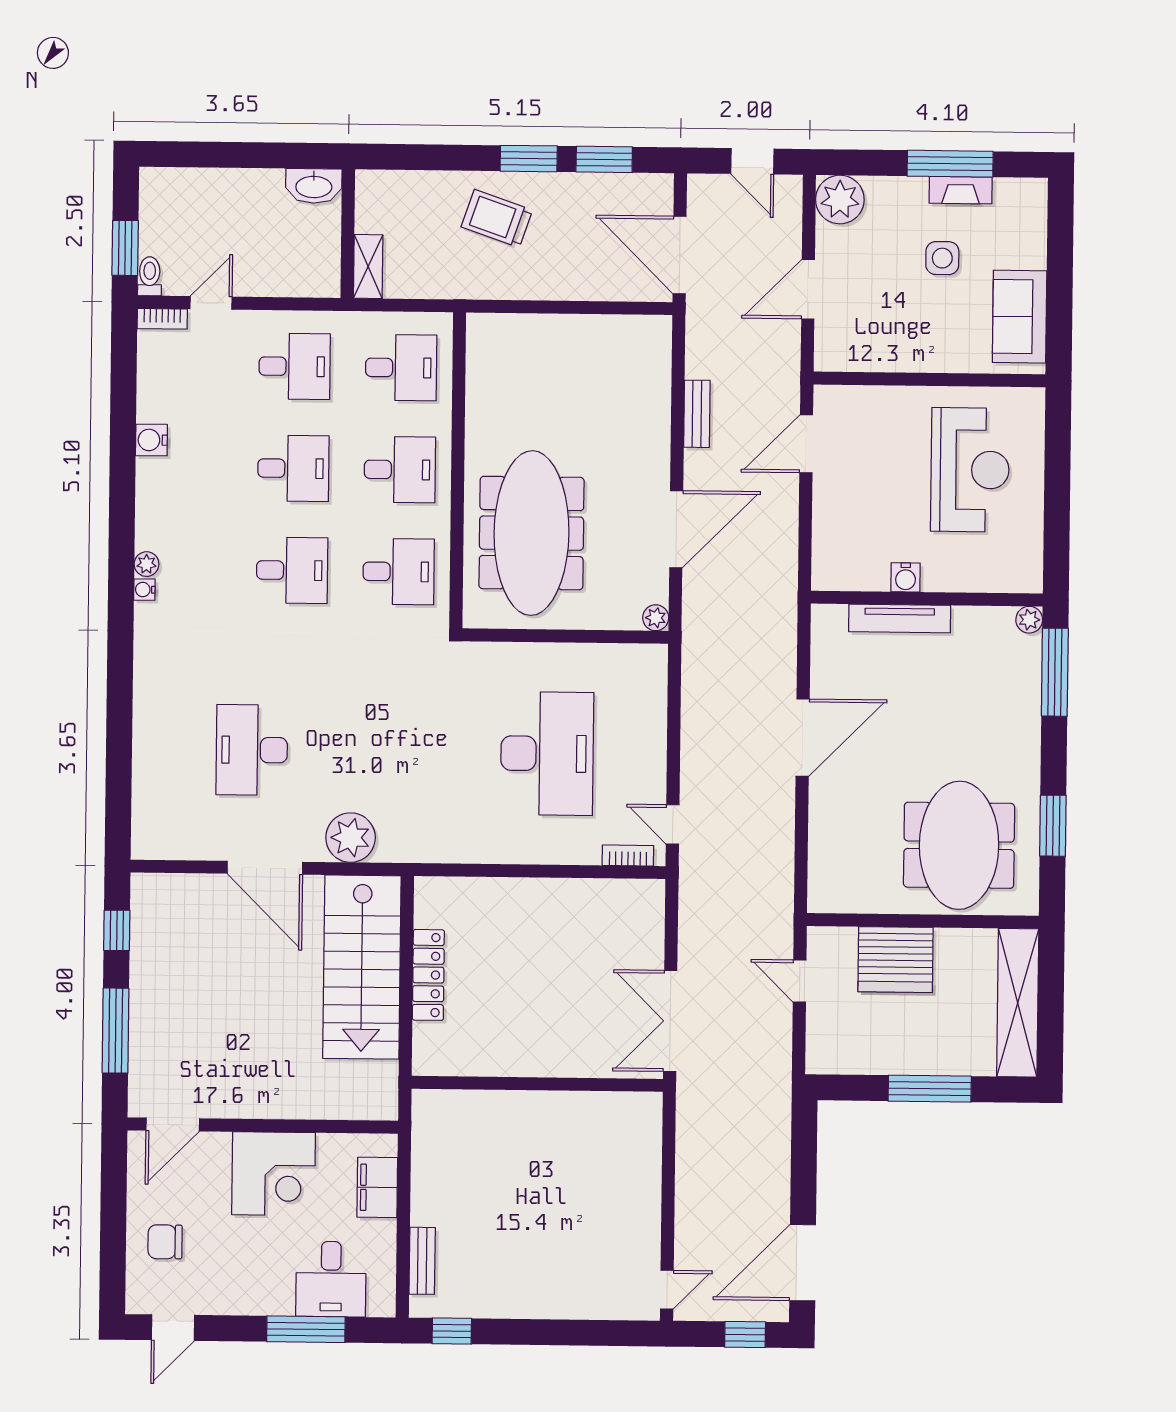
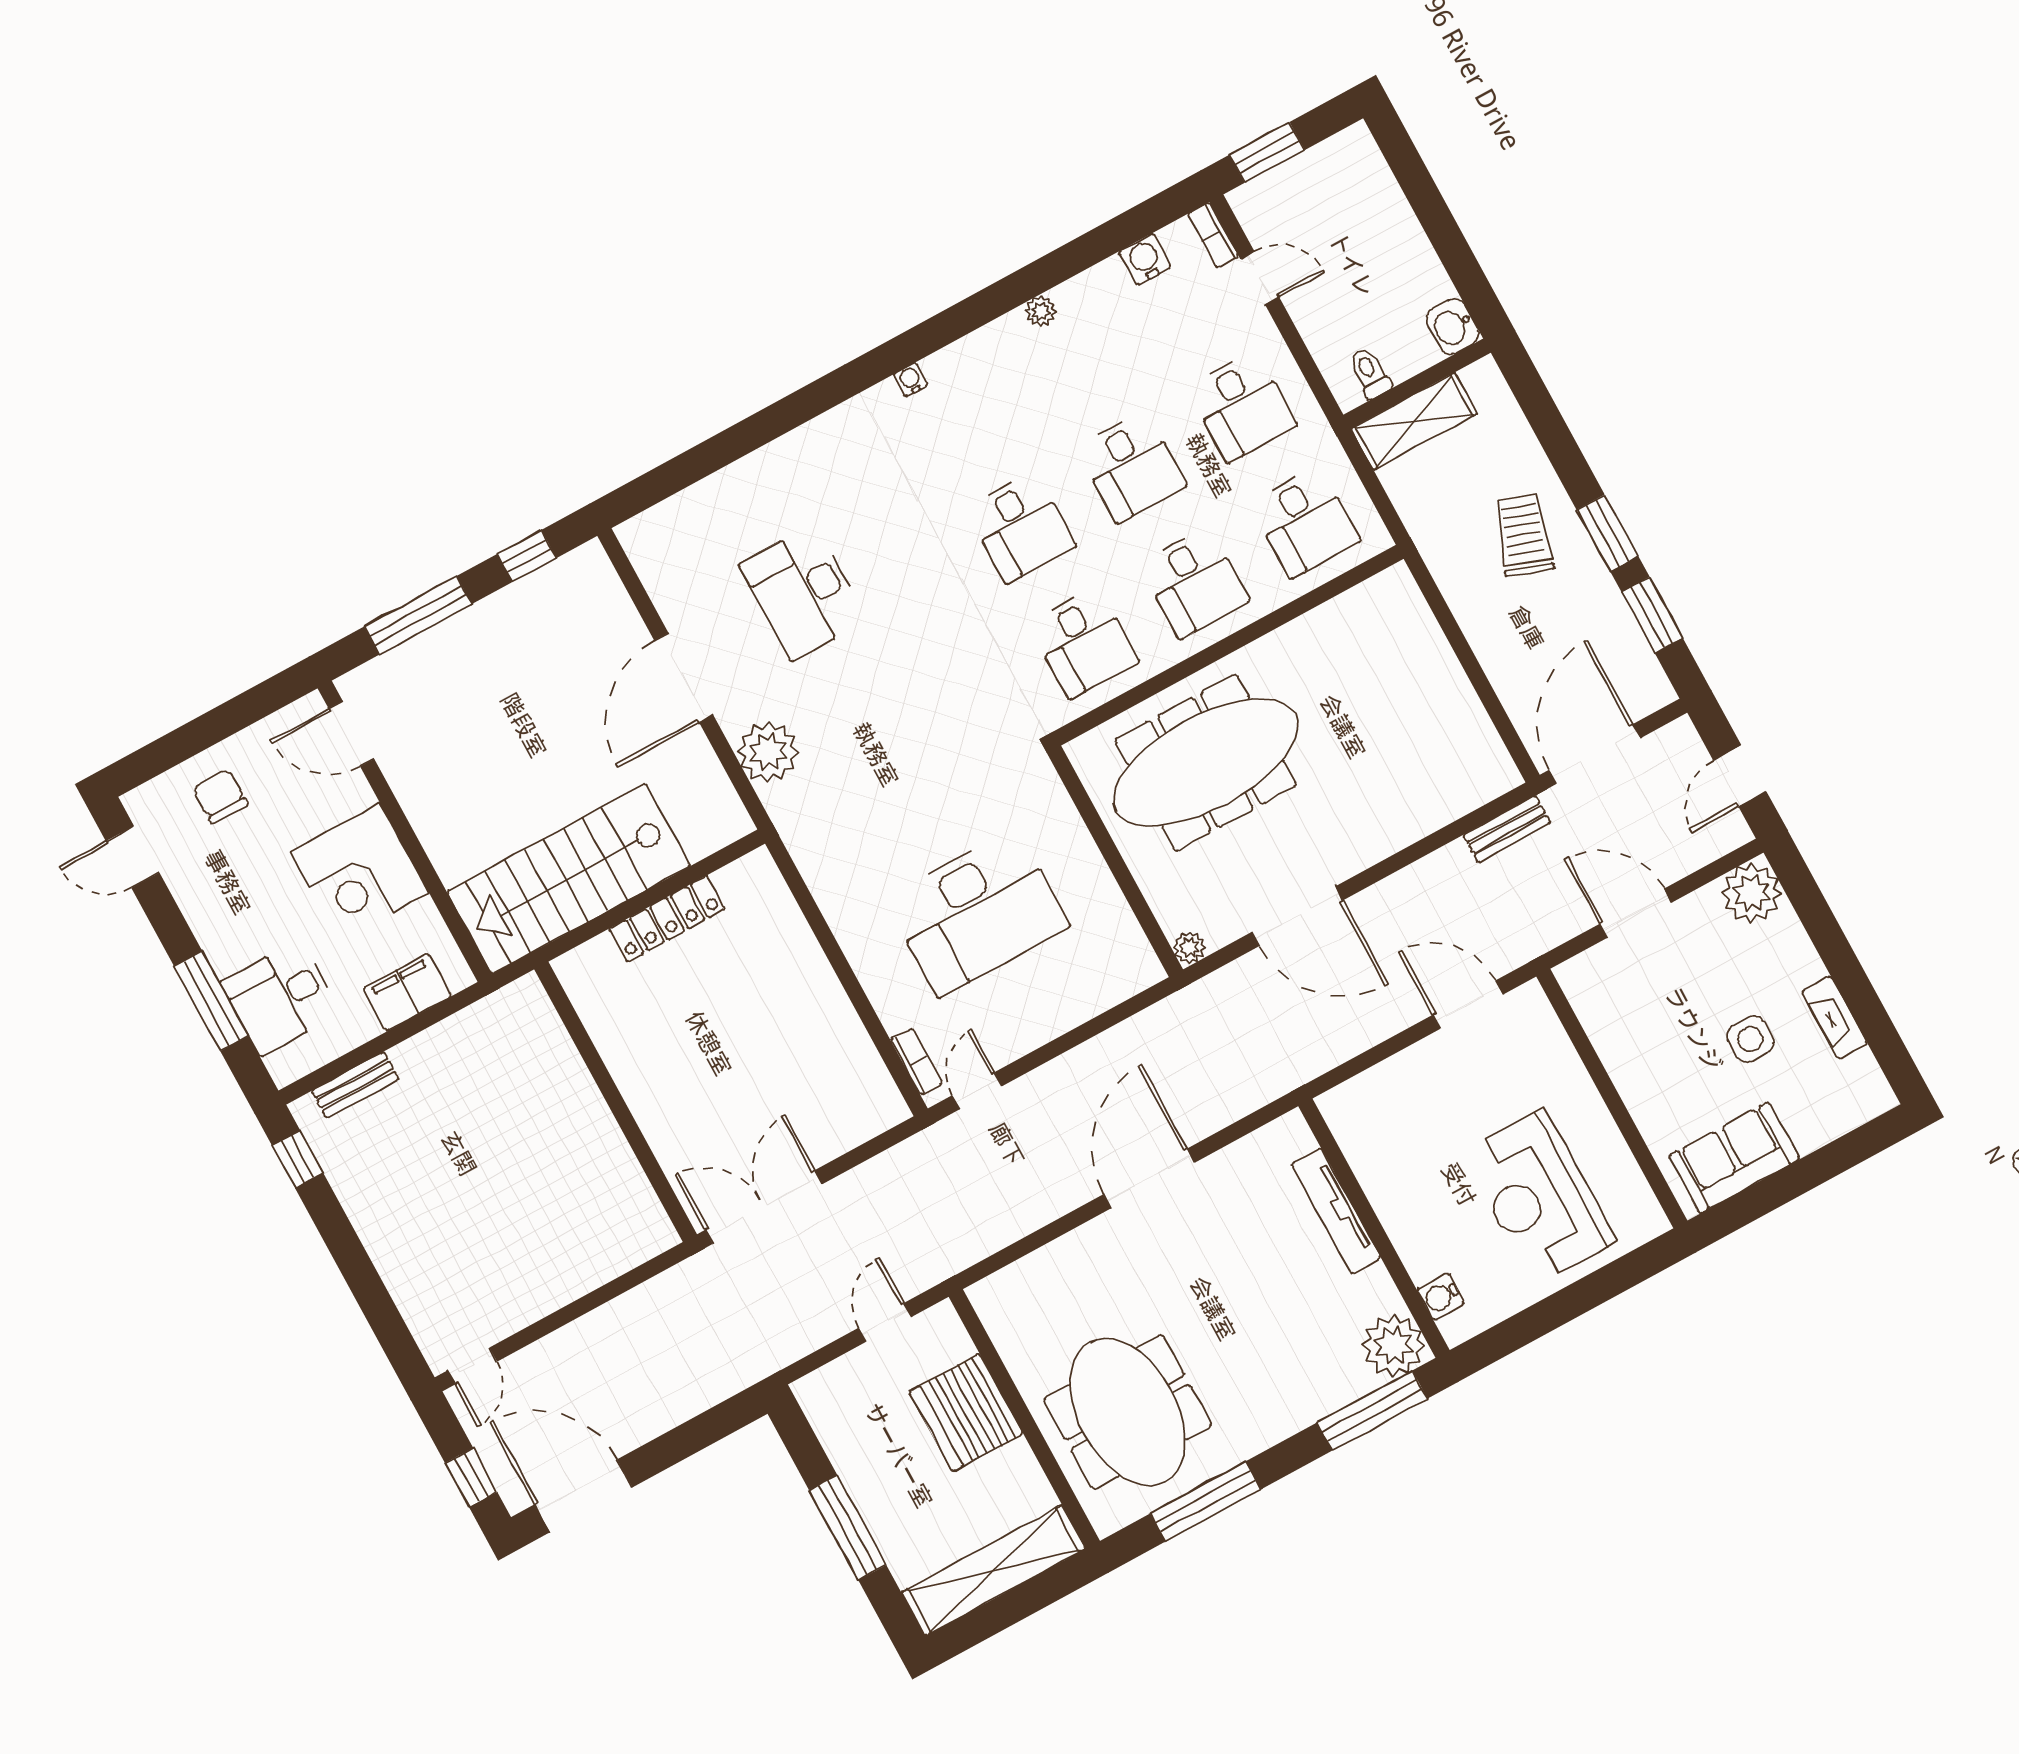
window: (950, 164) -> (1857, 990), removed
washbasin: (314, 186) -> (1453, 327), width x0.72
shelving: (368, 267) -> (1414, 421), width x1.50, depth x1.33
toilet: (150, 276) -> (1370, 373), moved, turned -90
bench: (697, 414) -> (1507, 829), moved
water cooler: (151, 440) -> (1145, 259), moved
reception desk: (970, 470) -> (1539, 1197), turned 90
plant: (147, 564) -> (1041, 311), moved
water cooler: (906, 577) -> (1441, 1297), moved
plant: (1029, 620) -> (1394, 1346), width x1.88, depth x1.88
door: (803, 738) -> (1149, 1178), swing flipped
desk: (252, 750) -> (803, 592), turned -90
window: (1053, 826) -> (1206, 1501), width x1.44
meeting table: (959, 845) -> (1128, 1412), turned 90
stairs: (362, 967) -> (569, 879), moved
door: (667, 1290) -> (472, 1366), hinge flipped

